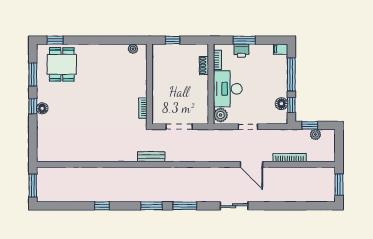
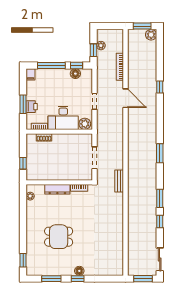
dining table: (62, 64) -> (59, 237), moved
dresser: (141, 82) -> (57, 189), added
door: (251, 164) -> (126, 98), hinge flipped
plant: (329, 195) -> (151, 35), added
window: (152, 206) -> (160, 198), moved
sliding door: (234, 206) -> (160, 259), moved
window: (265, 206) -> (160, 87), added

